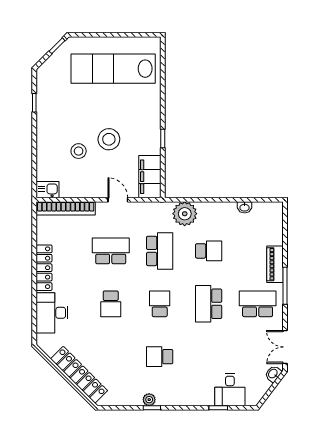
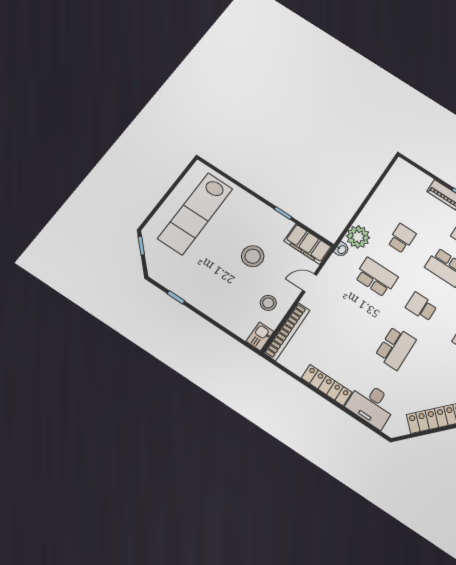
stool: (79, 151) -> (268, 303), moved
washbasin: (245, 207) -> (342, 249), moved
school desk: (111, 251) -> (350, 318), removed
school desk: (111, 304) -> (395, 348), width x1.85

